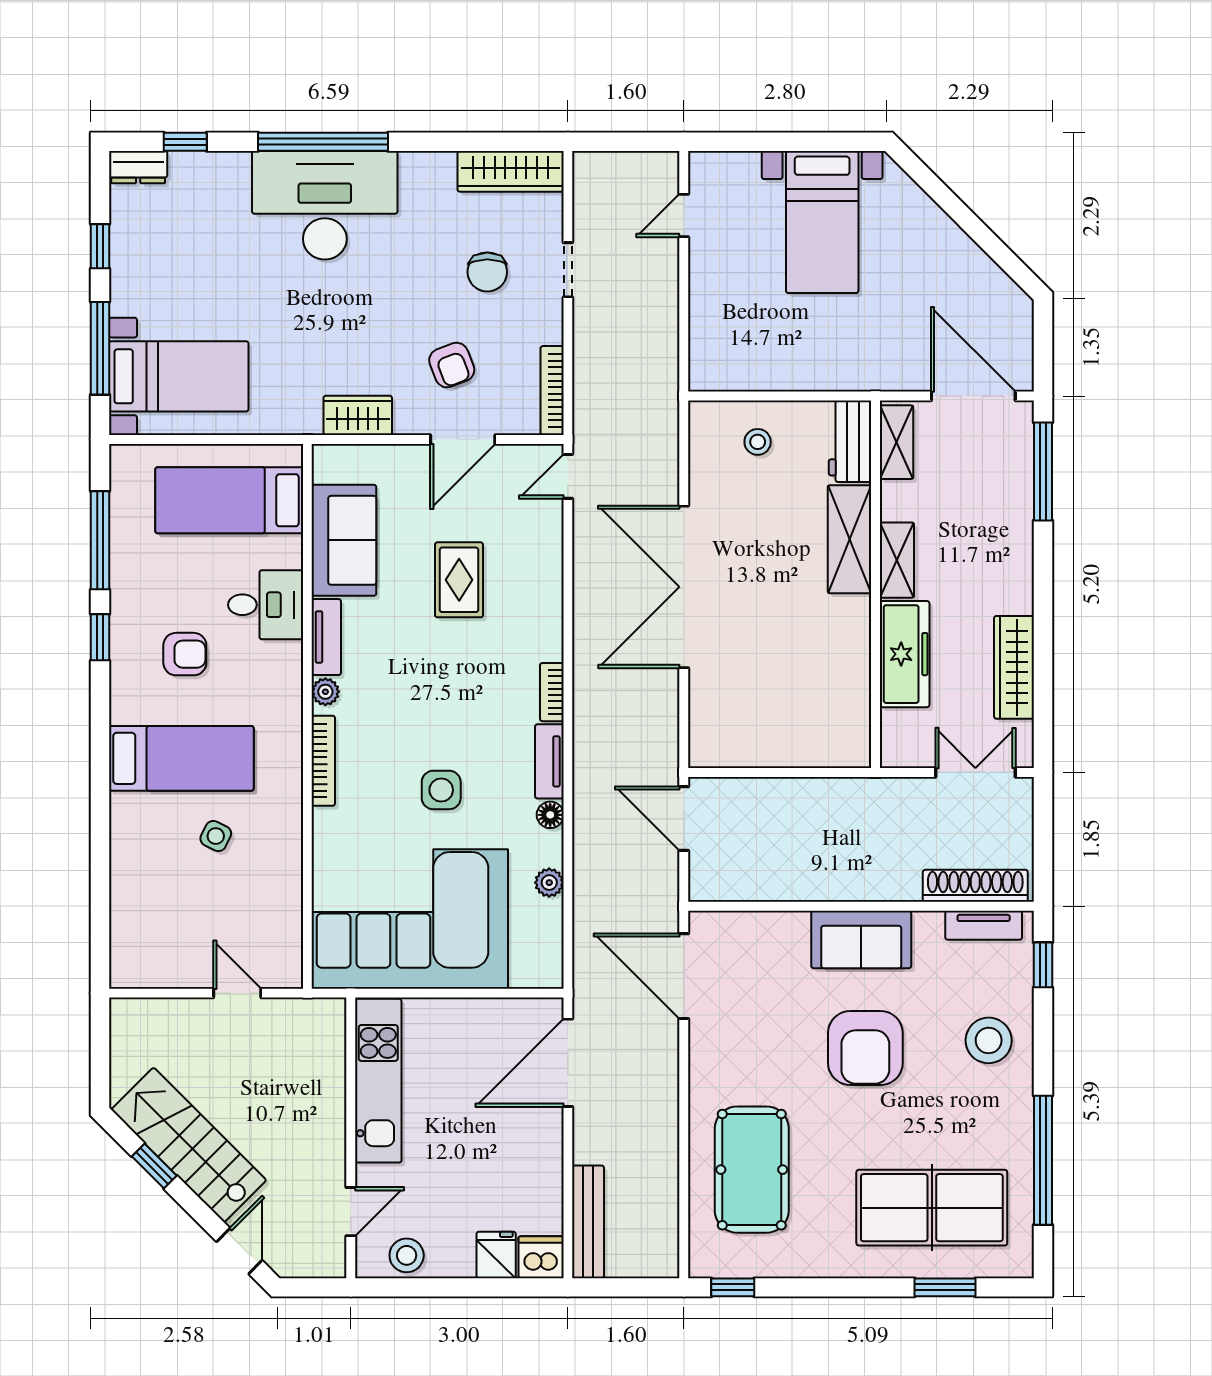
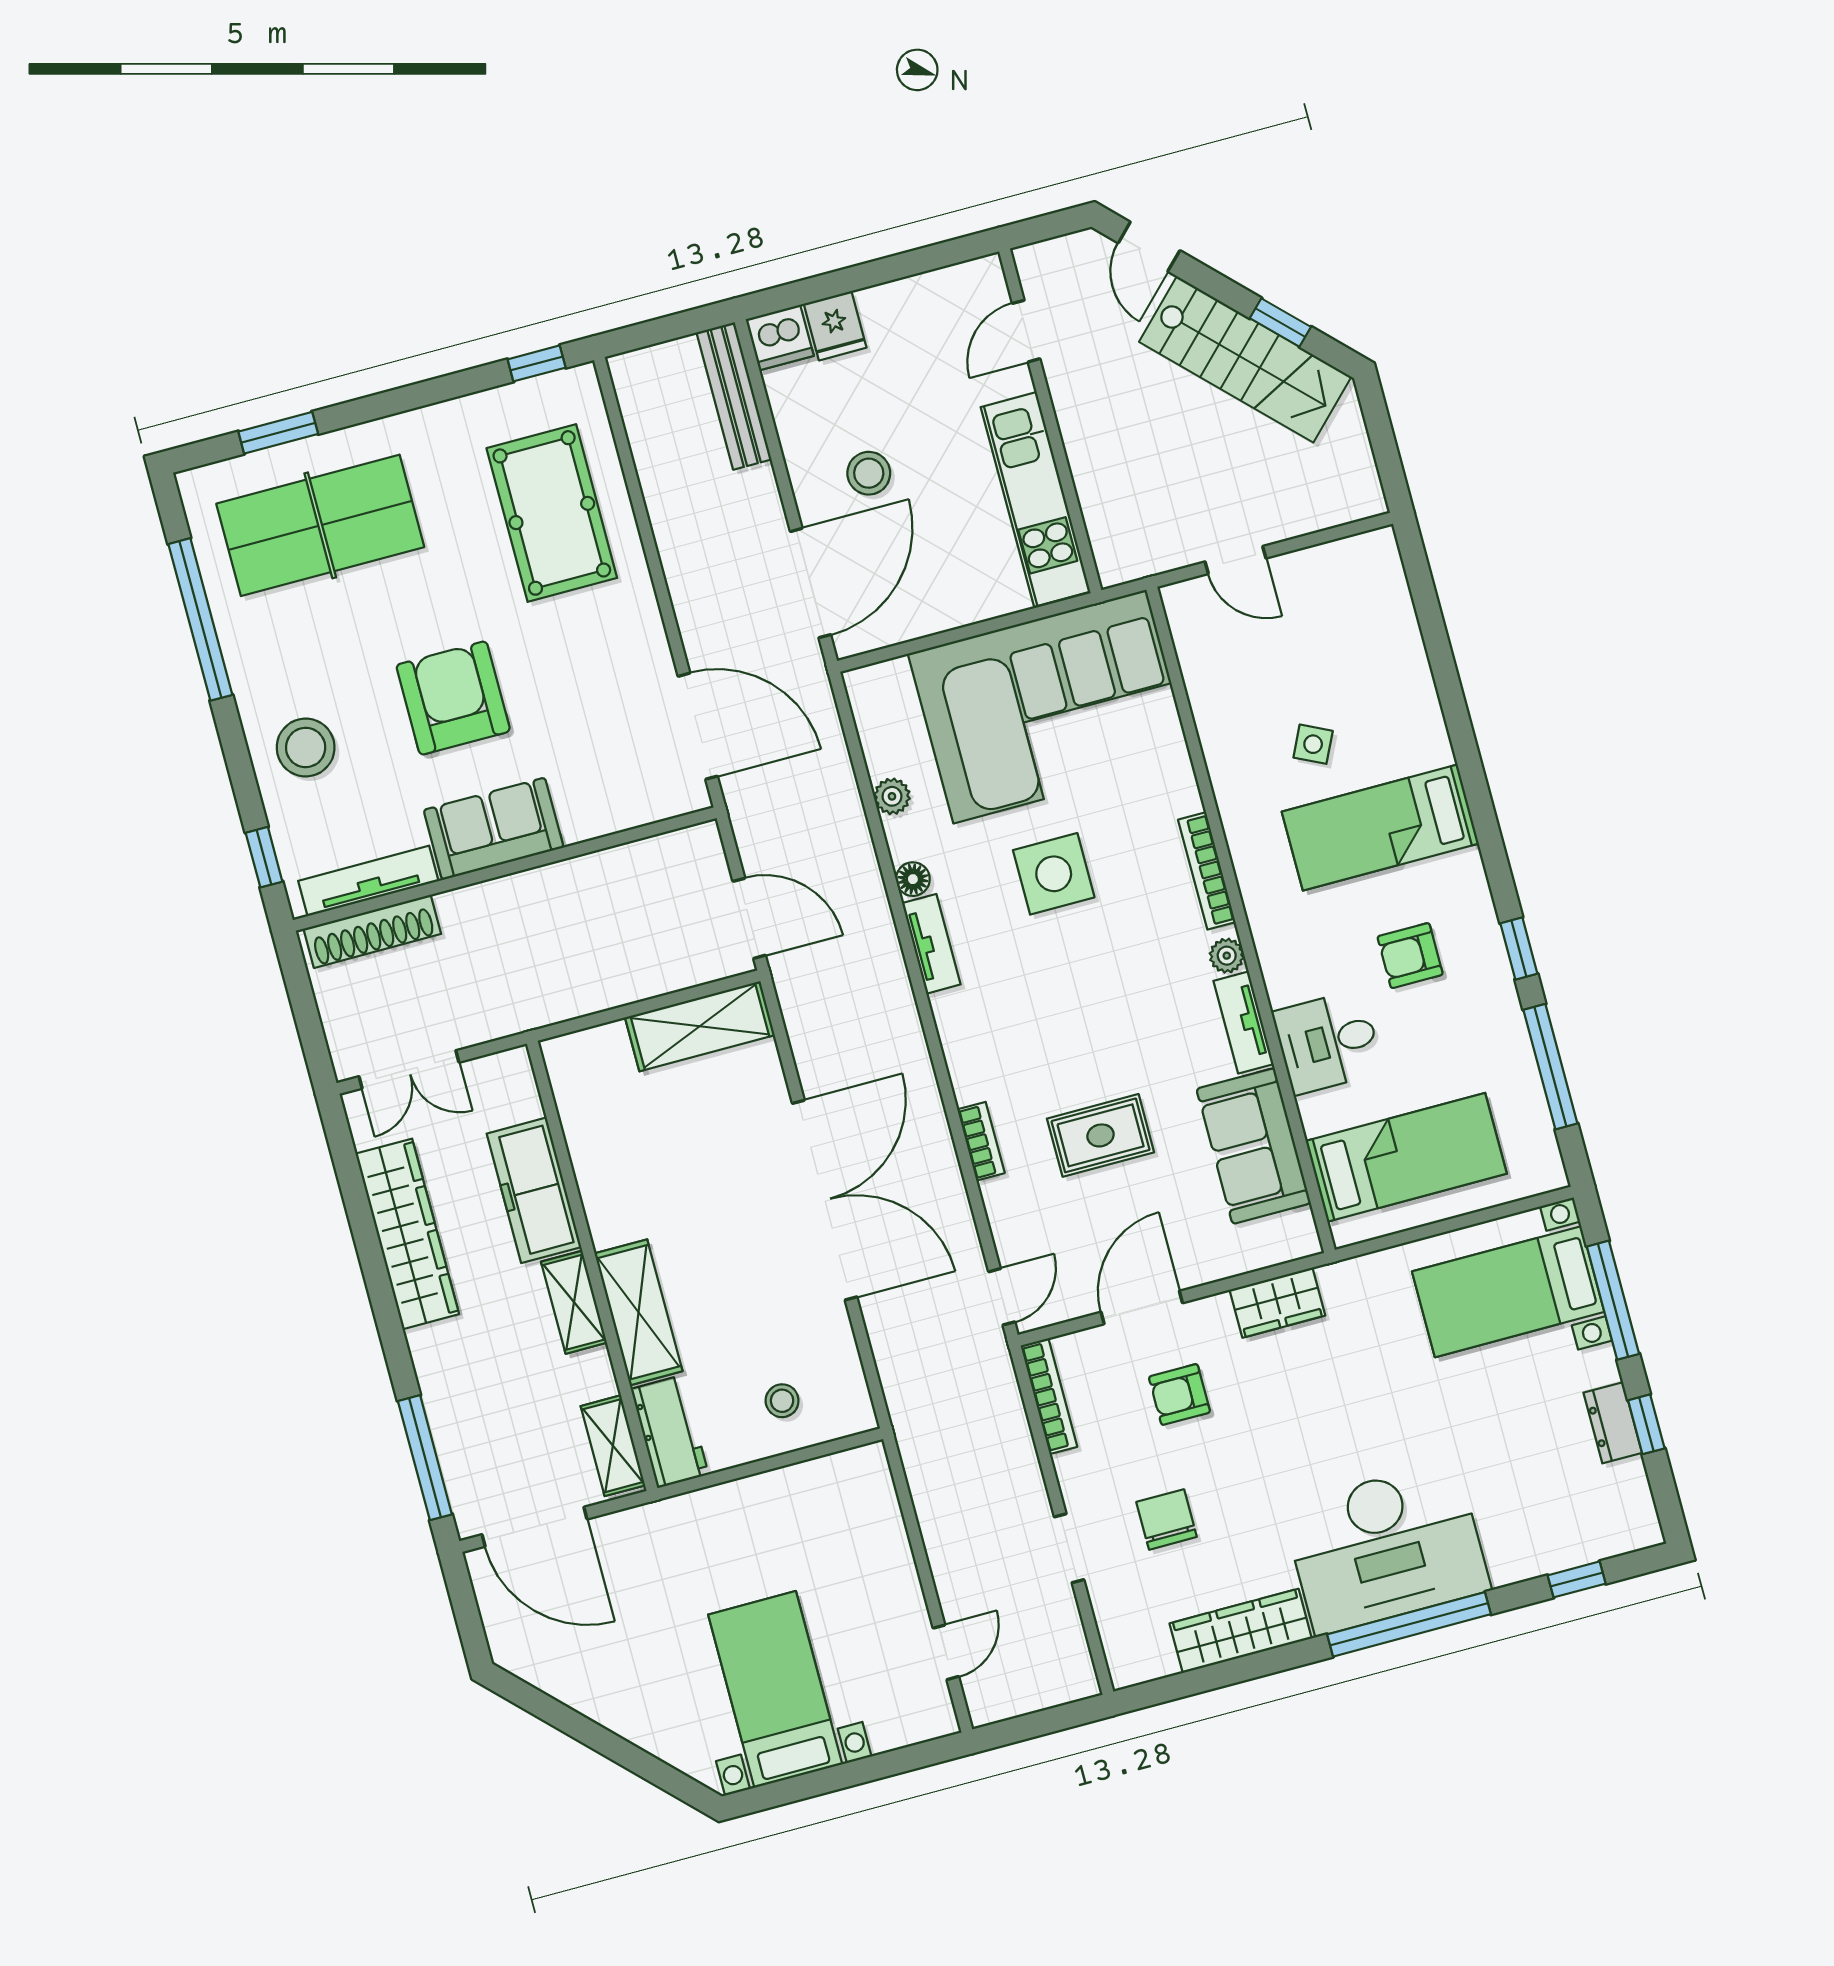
dresser: (138, 167) -> (1613, 1423), moved, turned -90
wardrobe: (511, 171) -> (1241, 1631), moved
armchair: (452, 365) -> (1179, 1394), turned -69
rug: (459, 580) -> (1101, 1135), turned 90
wardrobe: (1014, 667) -> (407, 1234), width x1.40, depth x1.17
bookcase: (552, 692) -> (981, 1141), moved
shelving: (744, 746) -> (700, 1026), added
side table: (441, 790) -> (1054, 874), width x1.37, depth x1.37
tv unit: (984, 925) -> (368, 881), width x1.41
stool: (407, 1255) -> (869, 473), moved

